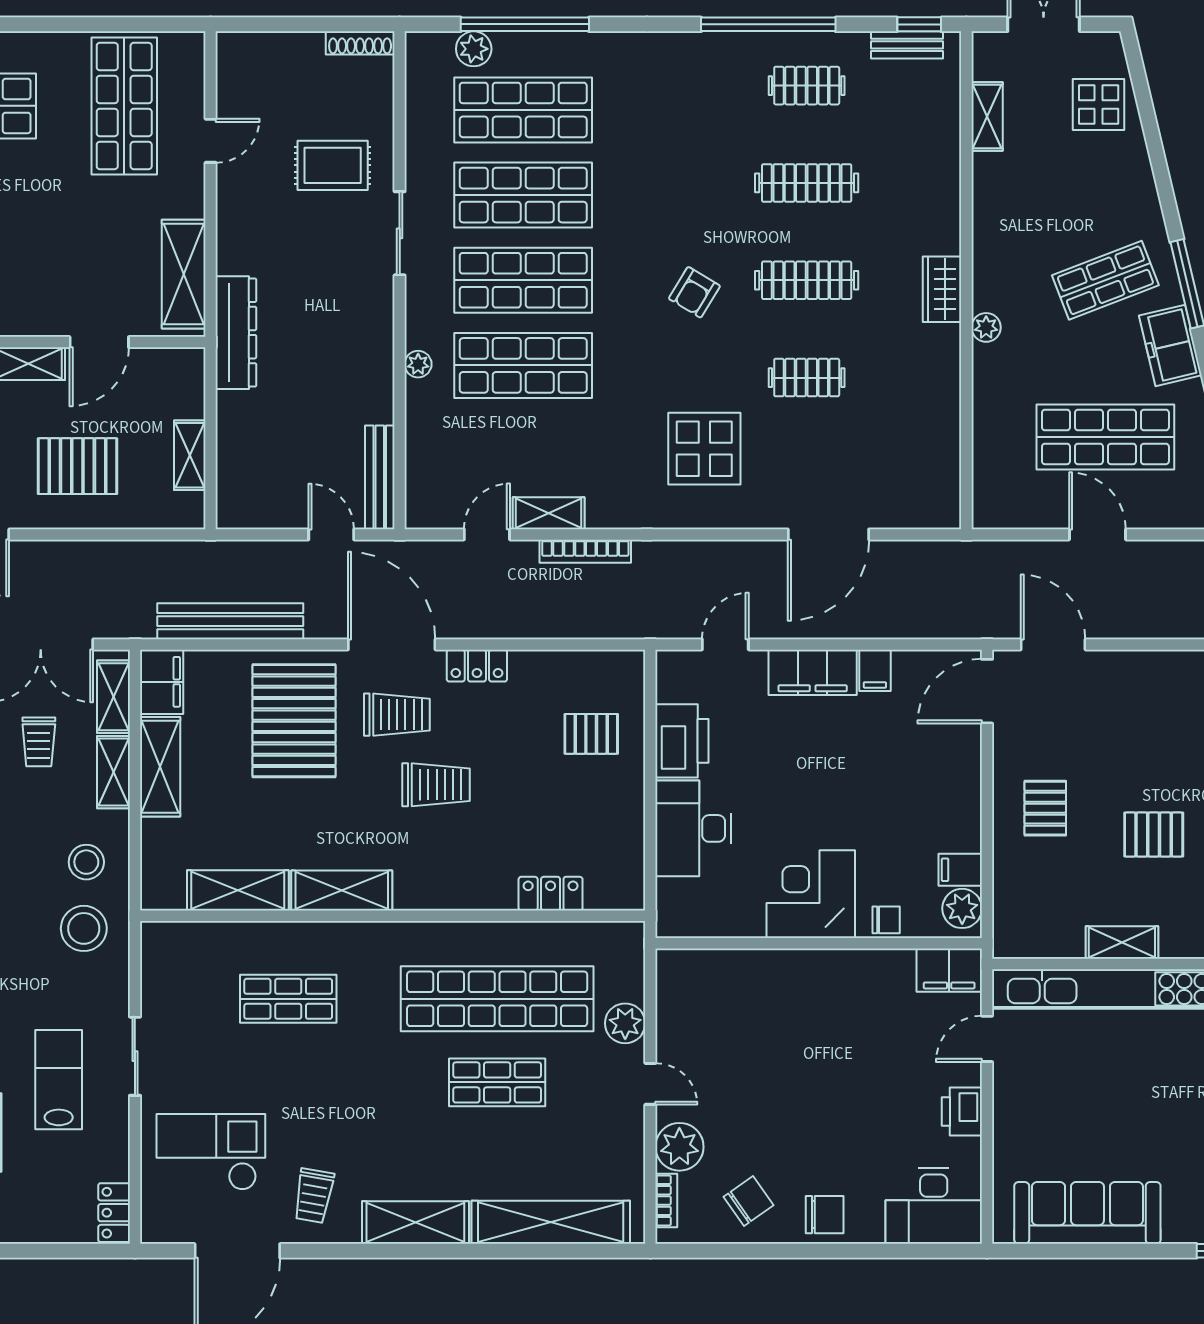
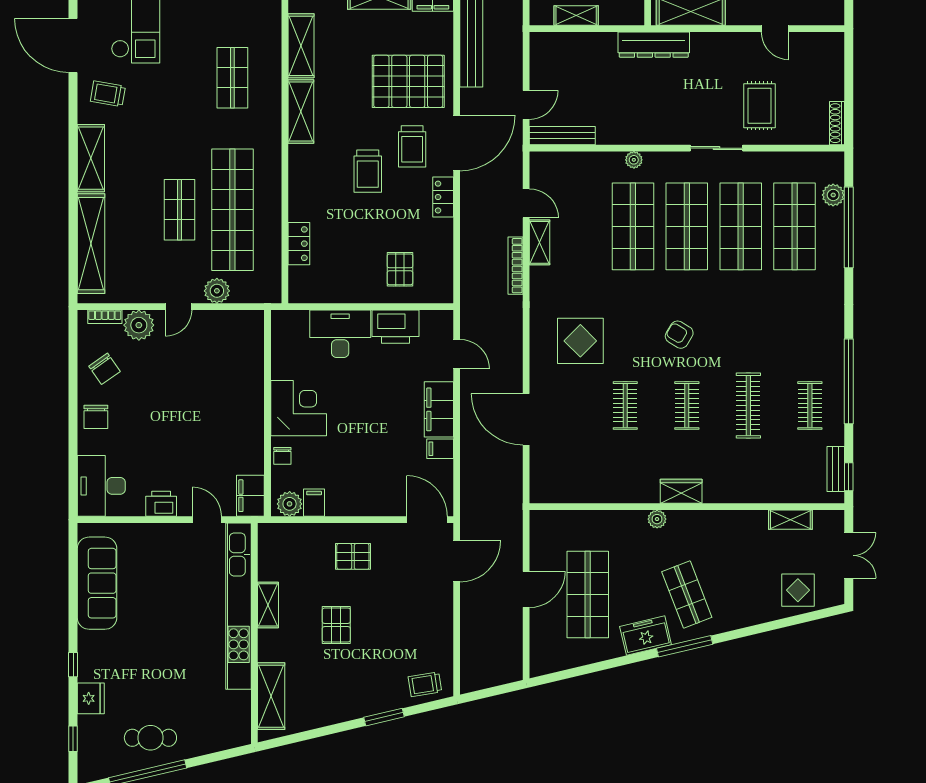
clothes rail: (807, 280) -> (687, 406), width x0.73

